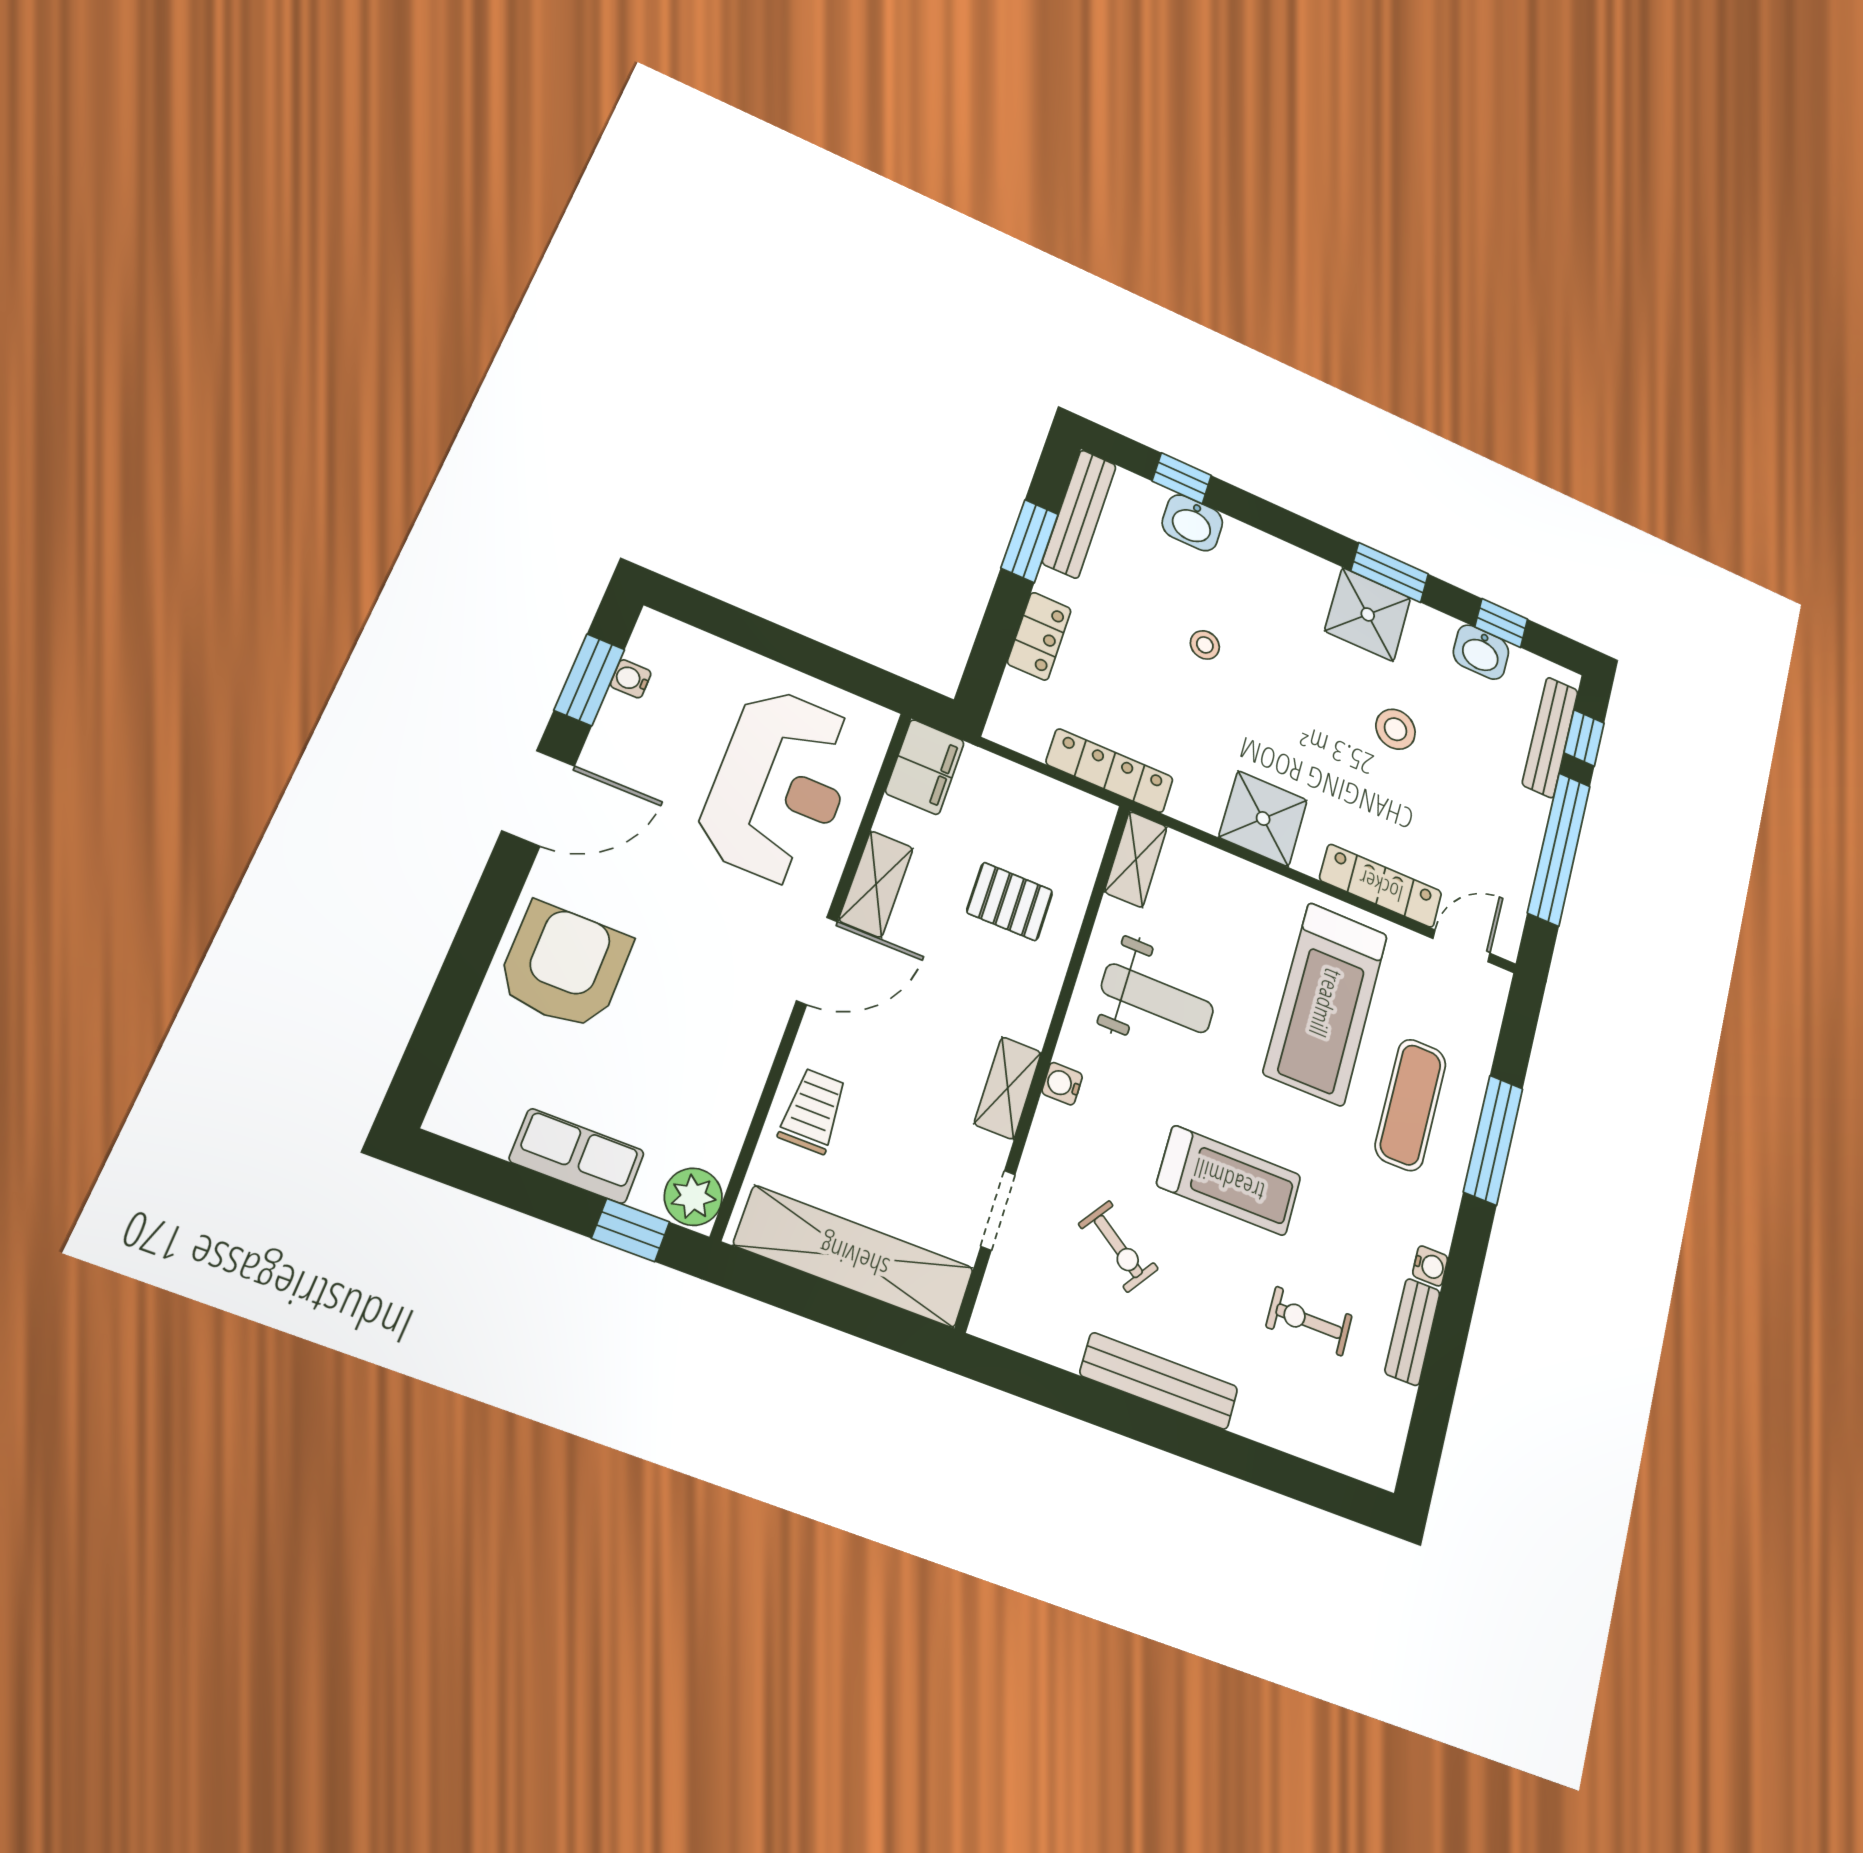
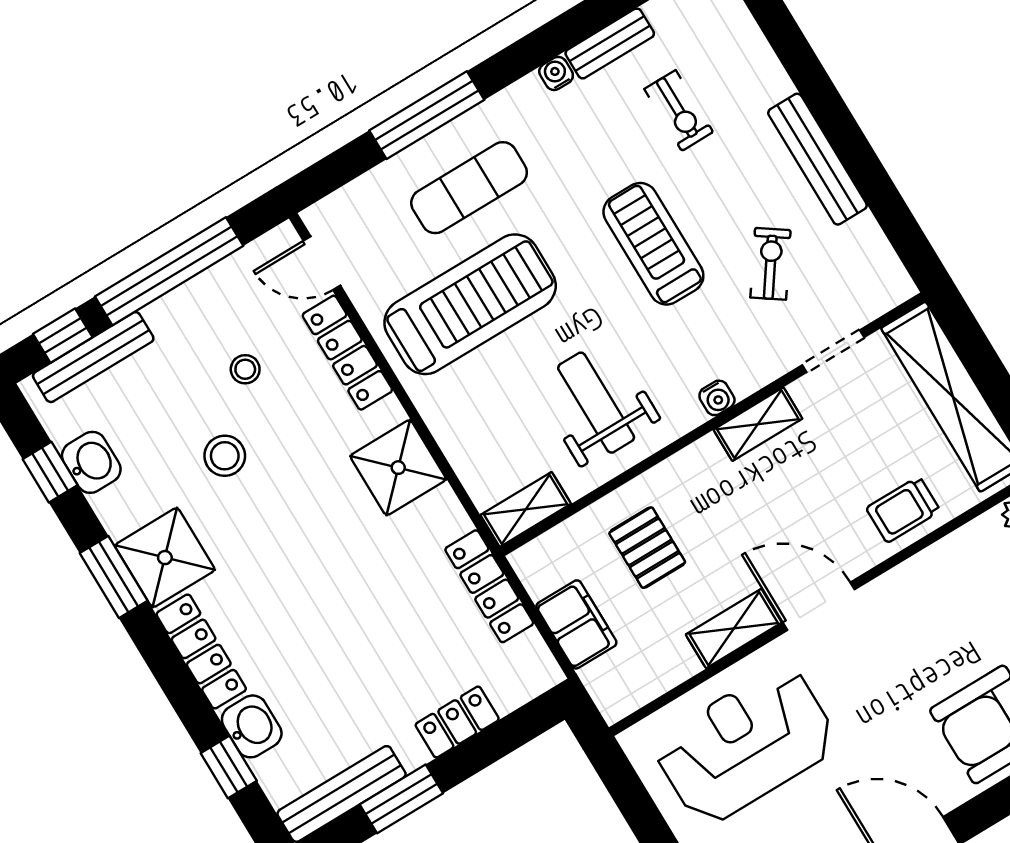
locker: (1279, 558) -> (201, 652), added
stool: (1205, 645) -> (245, 369), moved
filing cabinet: (925, 767) -> (576, 624), moved, turned 90

